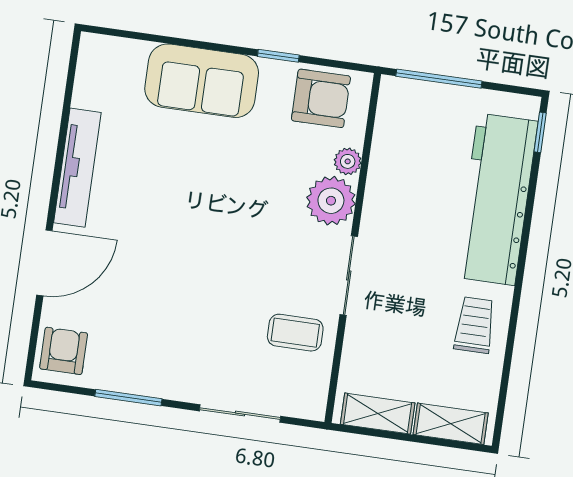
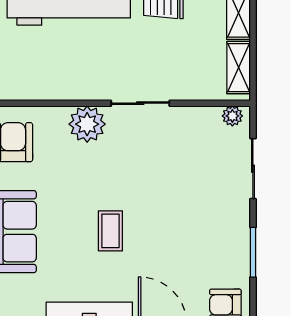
plant: (348, 161) -> (232, 116), moved
coffee table: (295, 333) -> (110, 231), moved

